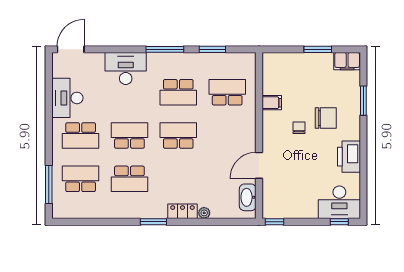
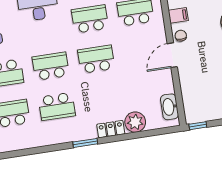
school desk: (178, 92) -> (90, 19), turned 180
chair: (299, 128) -> (181, 36), moved
door: (259, 165) -> (172, 55), moved
plant: (204, 213) -> (135, 122), width x1.88, depth x1.88

